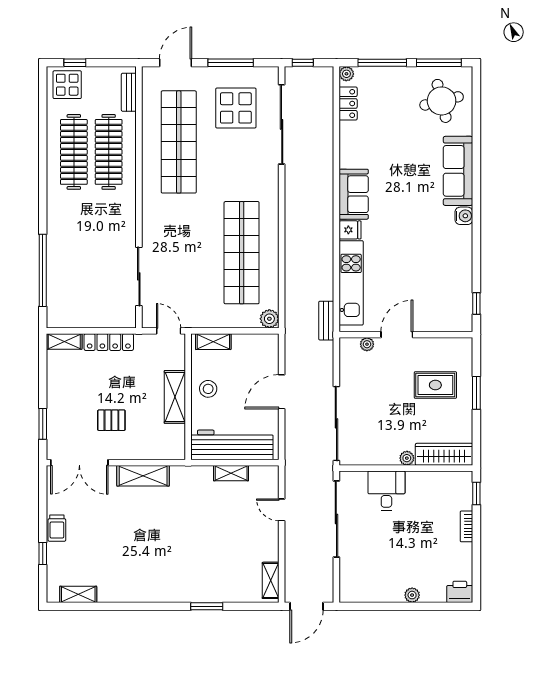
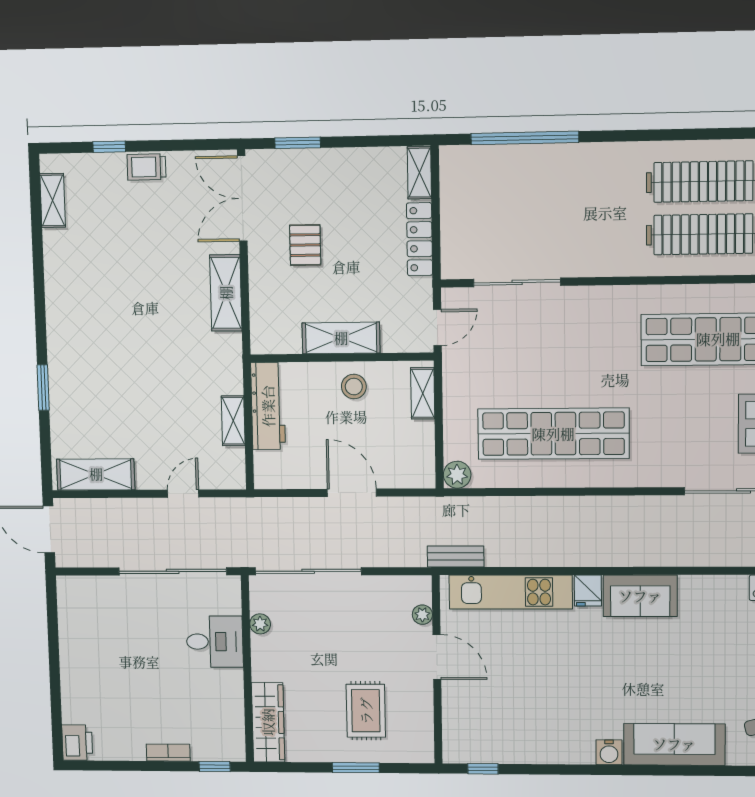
workbench: (232, 445) -> (268, 406), width x0.73, depth x0.76
plant: (407, 458) -> (260, 624), moved
shelving: (271, 580) -> (96, 474), width x1.50, depth x1.33
plant: (412, 595) -> (70, 677), removed

